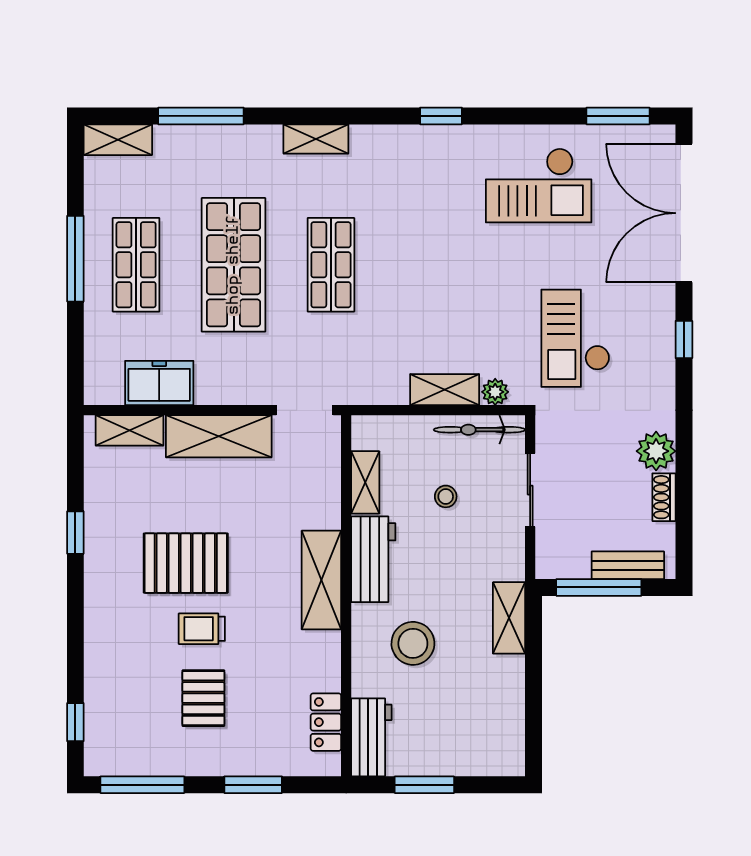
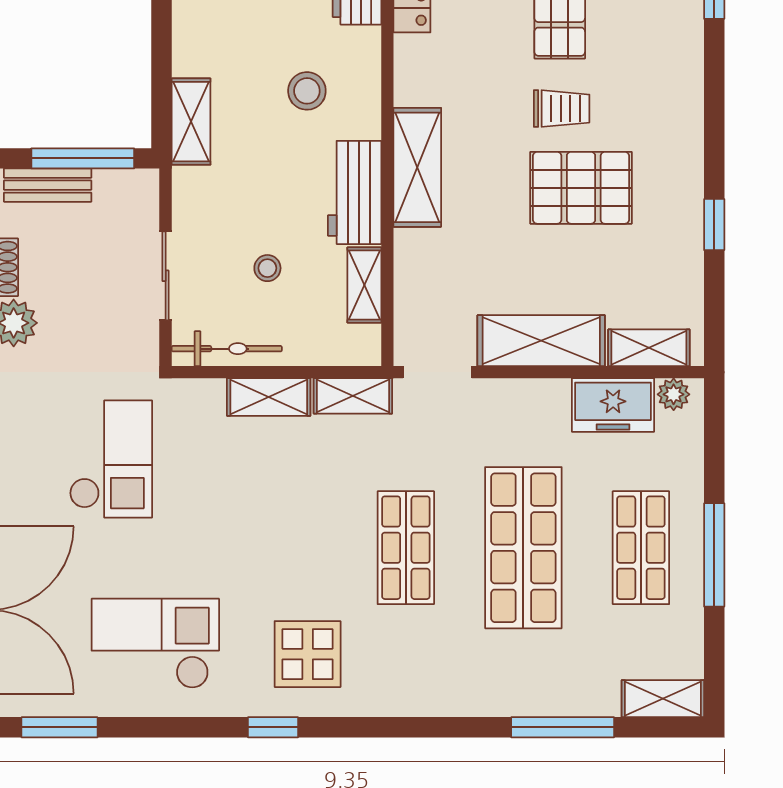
shelving: (316, 139) -> (353, 396), moved
display table: (412, 177) -> (308, 654), added
plant: (495, 392) -> (674, 394), moved
stool: (413, 643) -> (307, 91), width x0.73, depth x0.73

